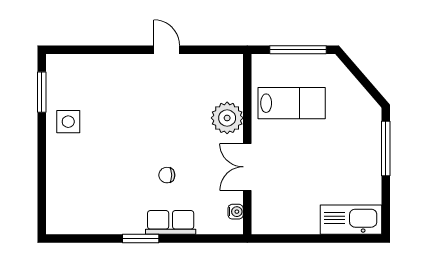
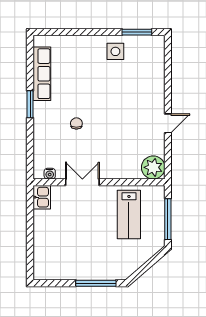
plant: (227, 118) -> (153, 167), moved
kitchen sink: (351, 220) -> (42, 197), moved, width x0.53, depth x0.81
row of seats: (171, 222) -> (42, 74), moved, width x1.48

